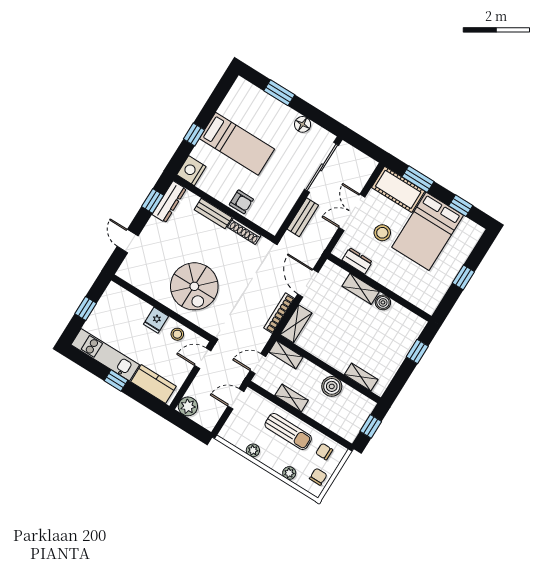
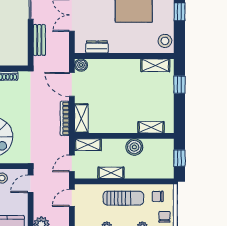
stool: (382, 233) -> (165, 41), moved
shelving: (361, 289) -> (155, 65), moved
boiler: (383, 302) -> (81, 65), moved

